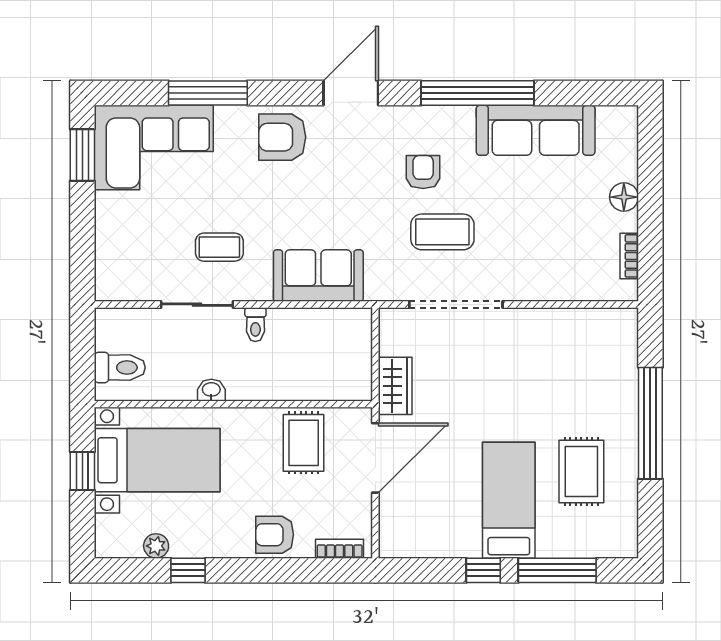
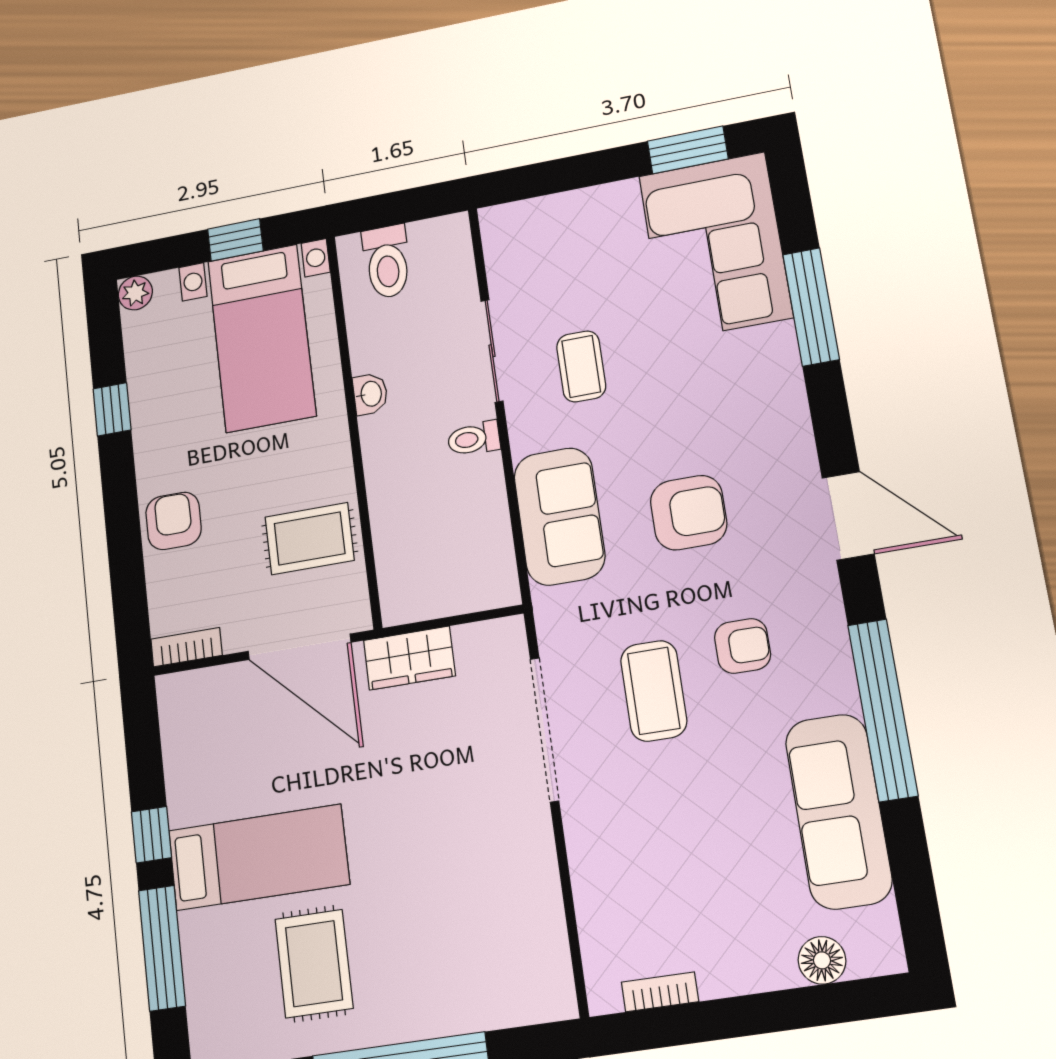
armchair: (282, 137) -> (689, 513), moved, turned 90
floor lamp: (624, 197) -> (822, 960), moved
rug: (581, 471) -> (314, 964), turned 90
plant: (156, 546) -> (135, 293), moved
bookcase: (340, 549) -> (186, 647), moved, turned -90

